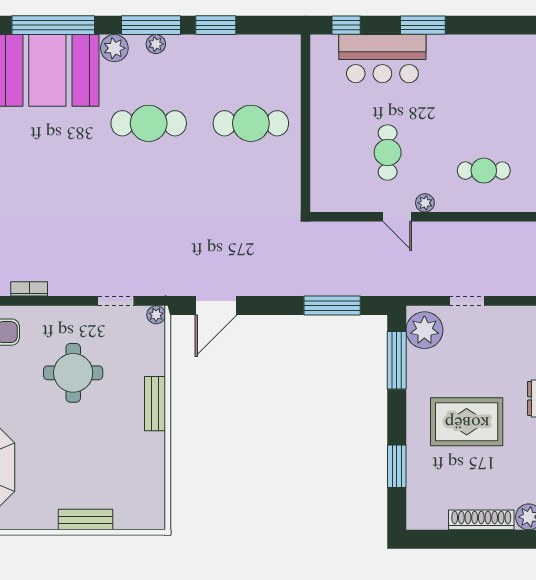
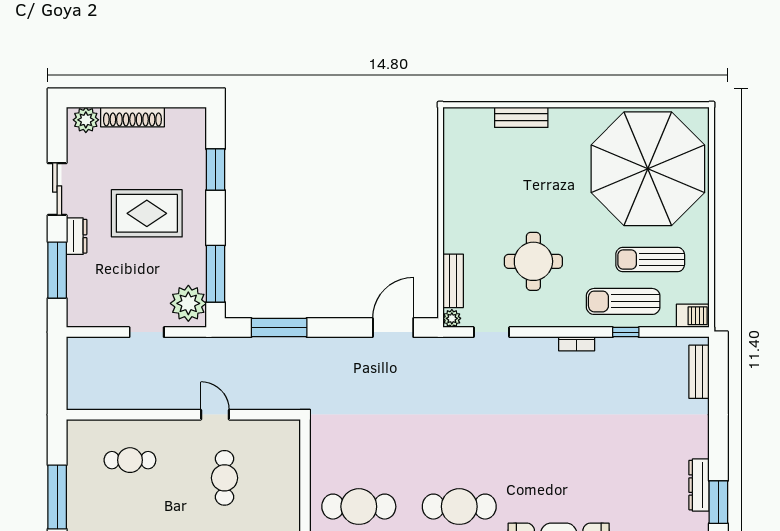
plant: (425, 203) -> (188, 428), removed
bench: (155, 404) -> (453, 281), moved

